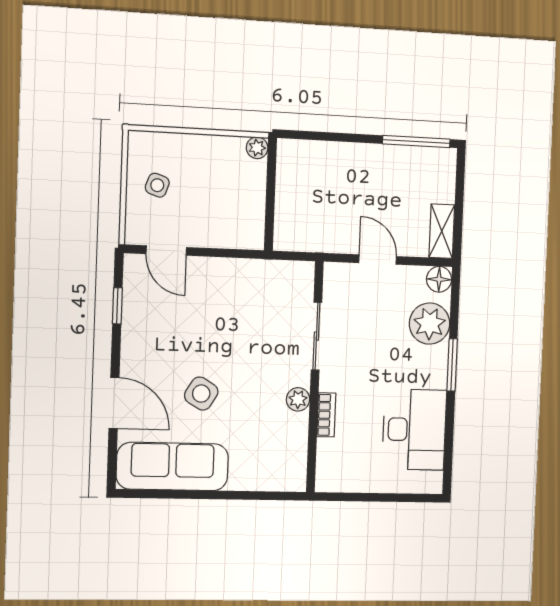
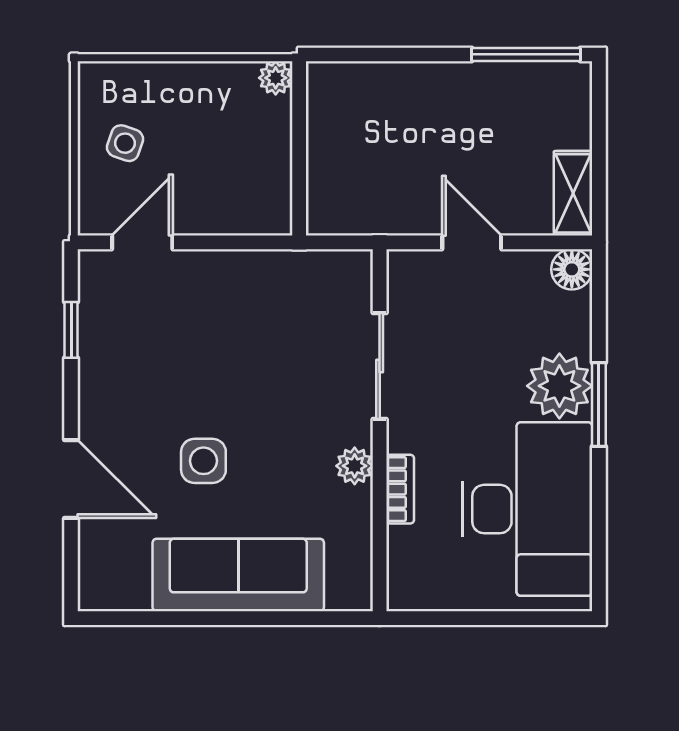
door: (166, 251) -> (142, 242), swing flipped
plant: (430, 324) -> (559, 386), moved
side table: (201, 394) -> (203, 461), turned -31
desk: (414, 430) -> (527, 509), width x1.36, depth x1.30
sofa: (172, 467) -> (238, 575), moved

